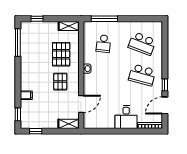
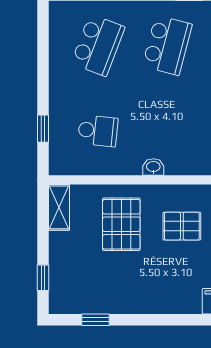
window: (104, 19) -> (43, 129), width x0.46
window: (18, 43) -> (96, 320), width x0.46
pallet: (61, 54) -> (121, 224), turned 90

